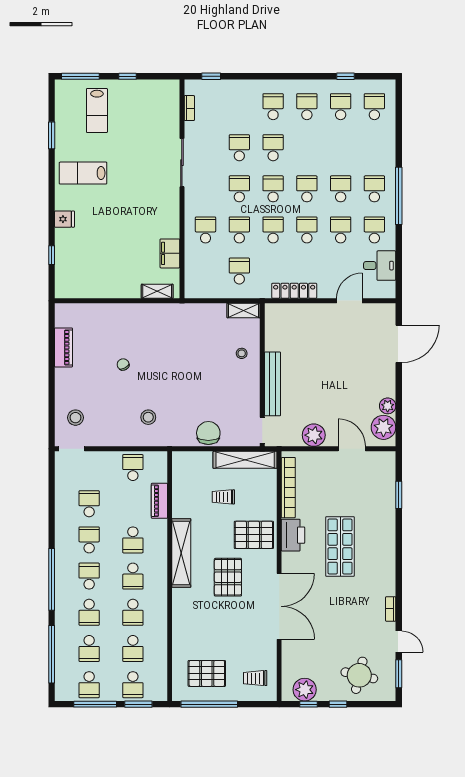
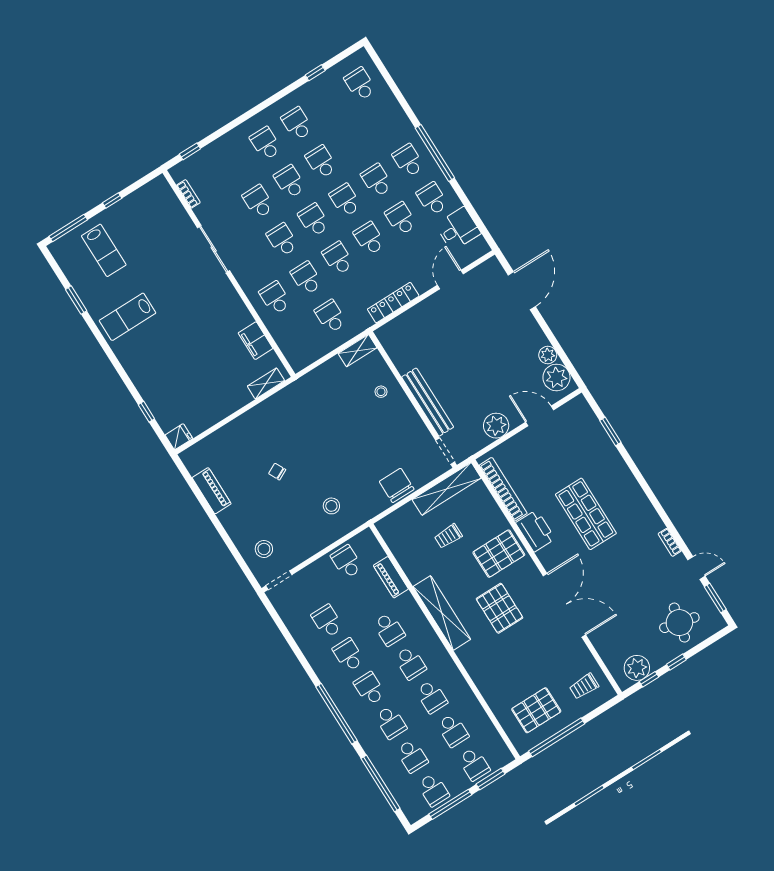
school desk: (341, 107) -> (321, 162), moved
fridge: (65, 219) -> (179, 437), moved

